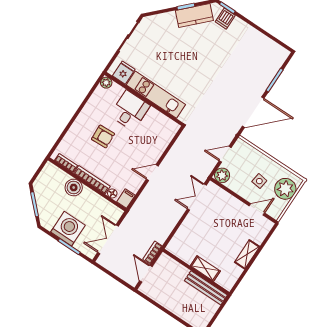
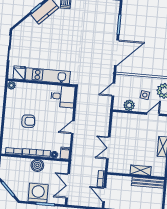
desk: (130, 110) -> (63, 96), moved, turned 90
plant: (222, 175) -> (129, 105), moved
boiler: (74, 188) -> (37, 165), moved
double door: (197, 197) -> (108, 148), moved

